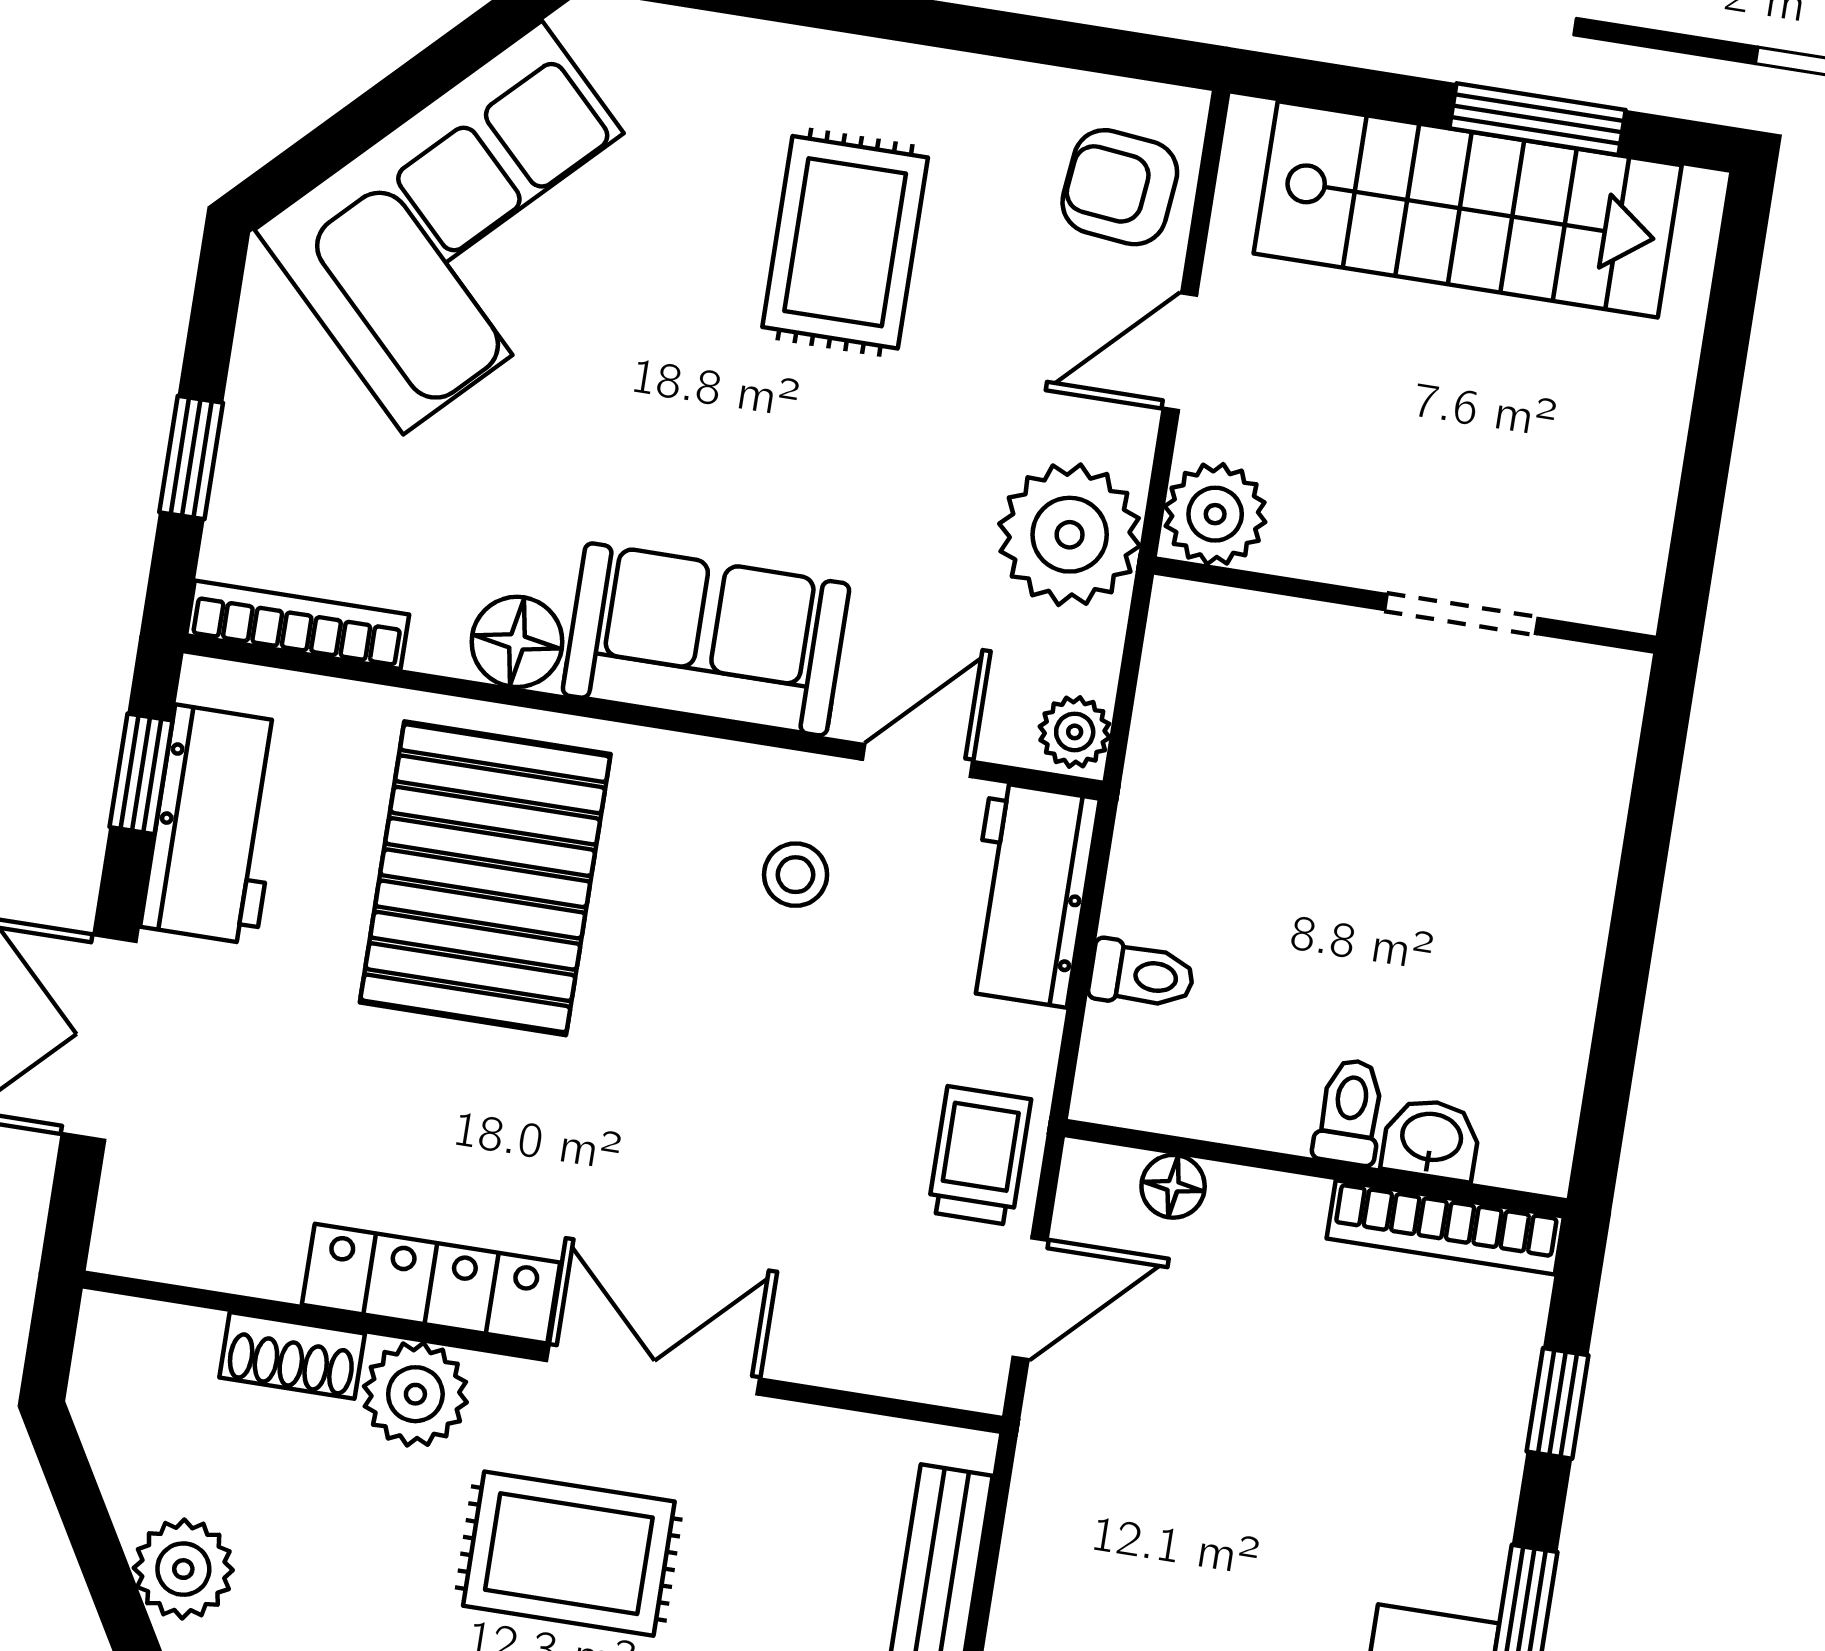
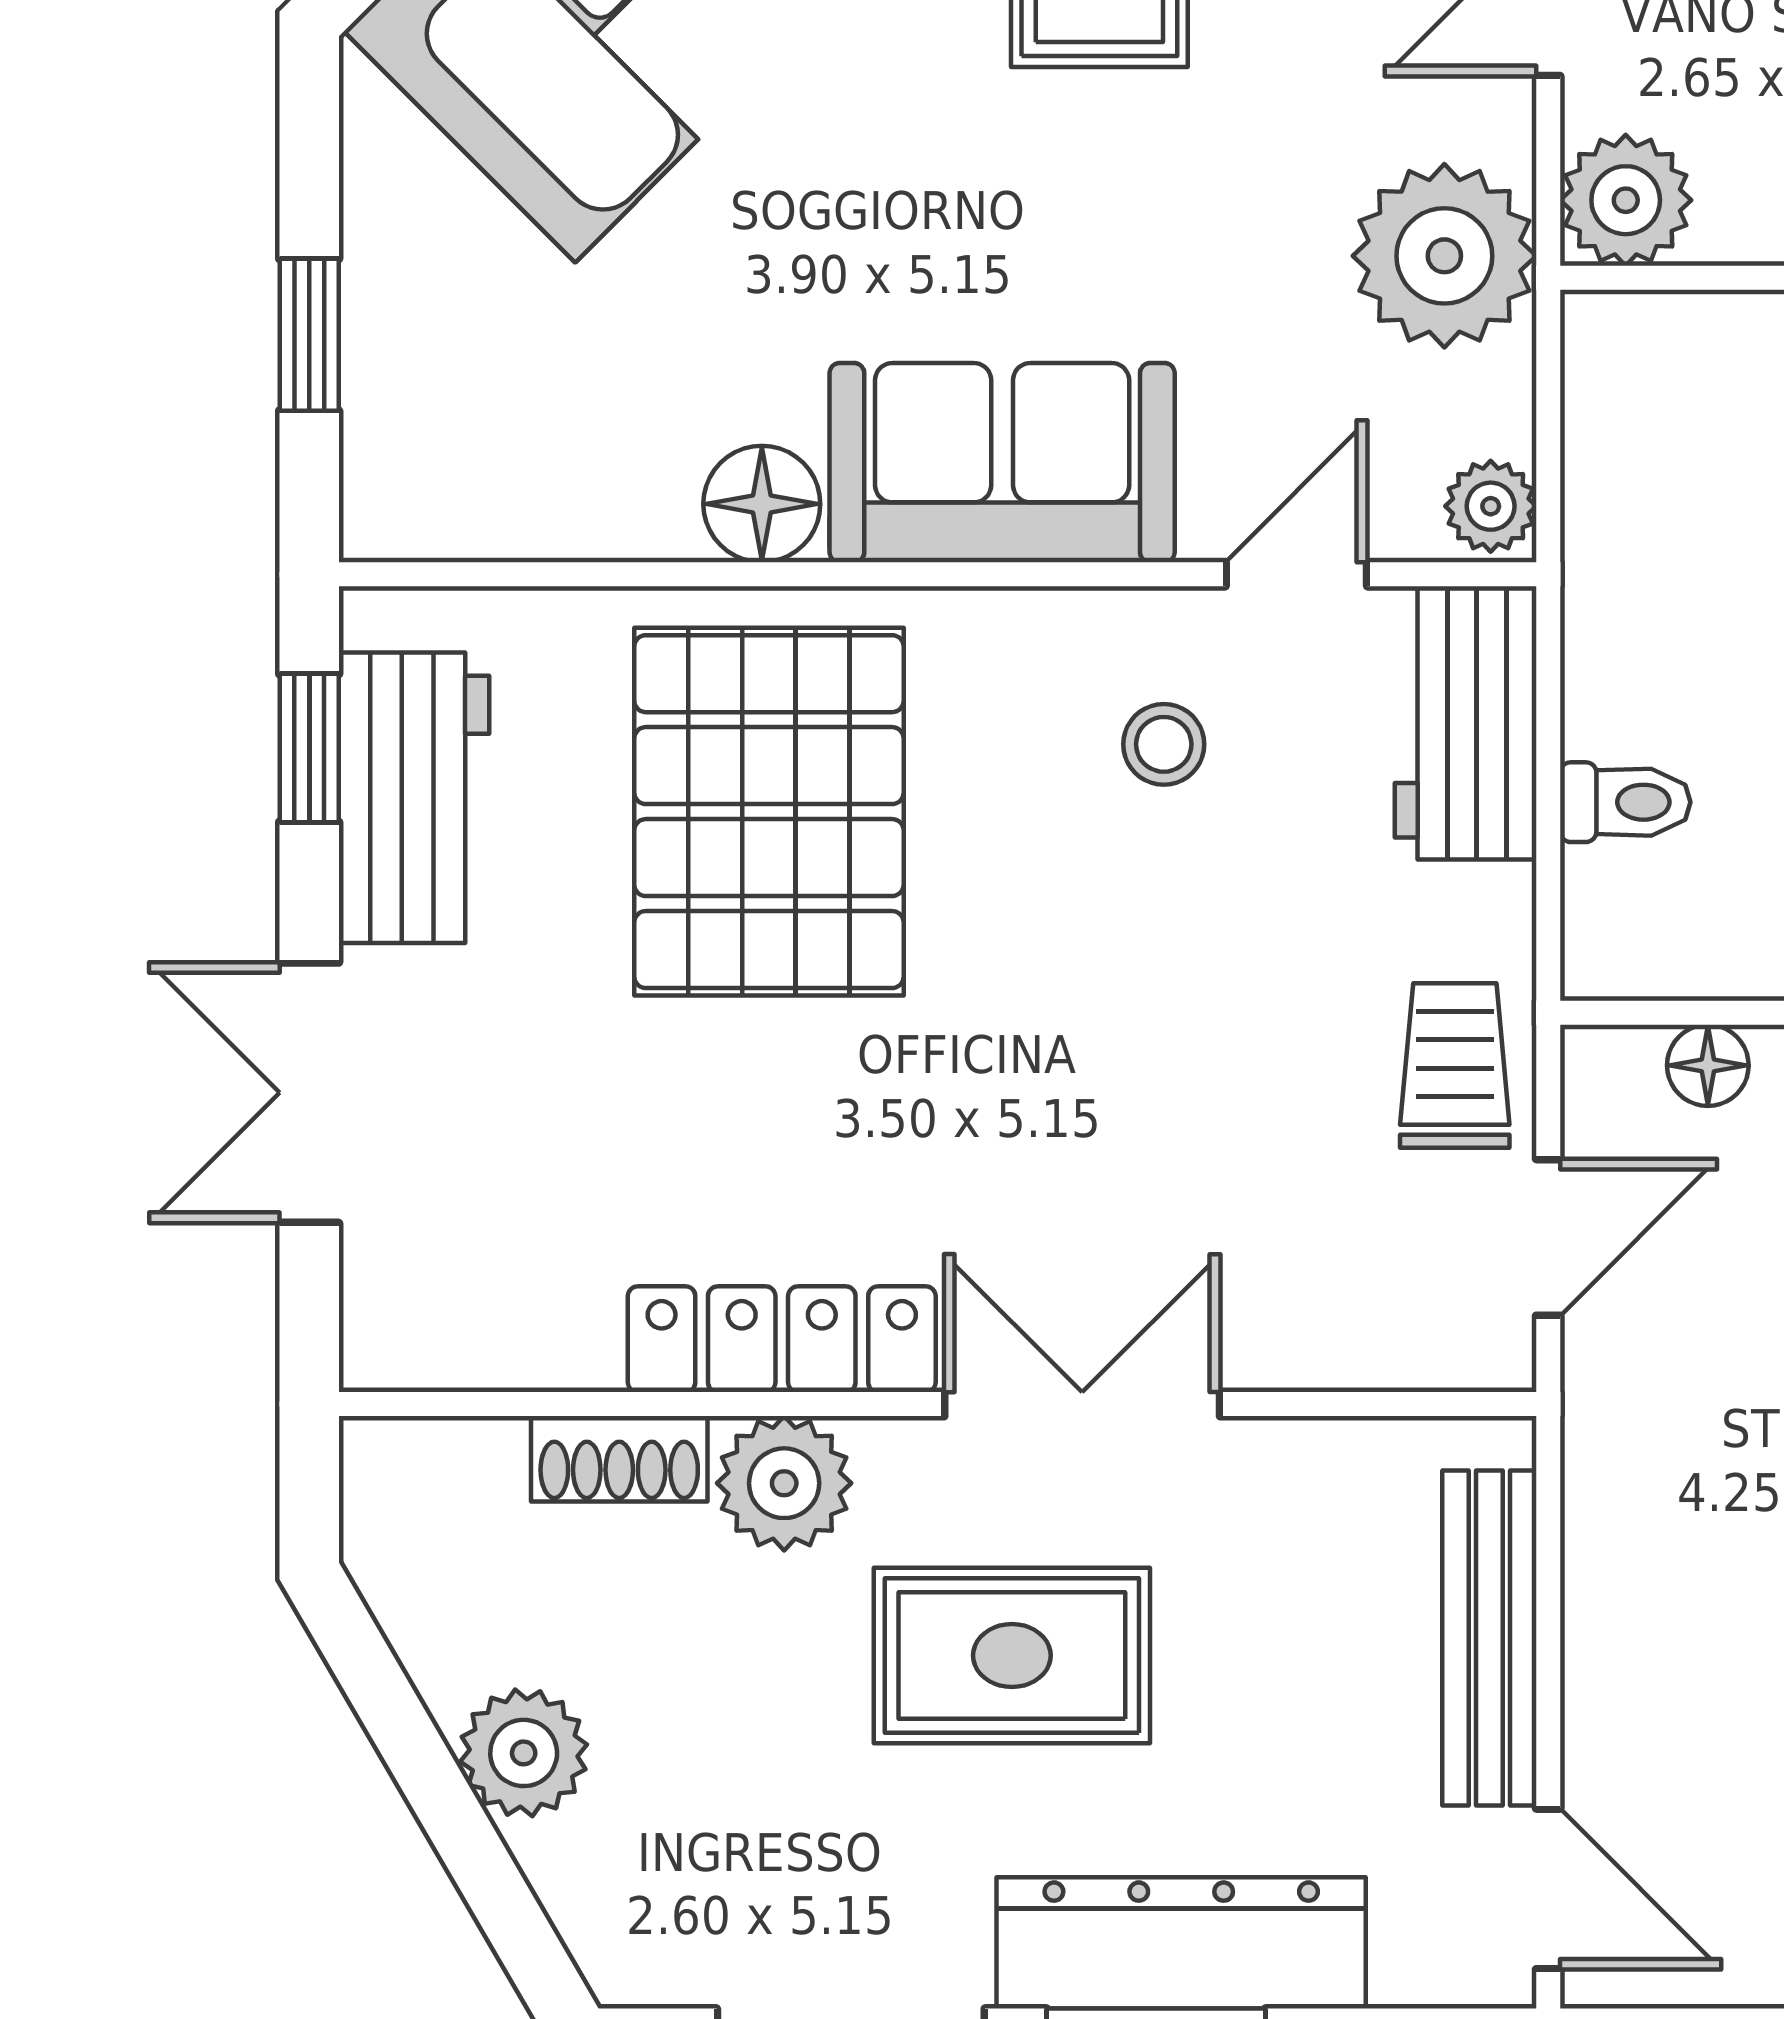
bookcase: (298, 625) -> (479, 527), removed

